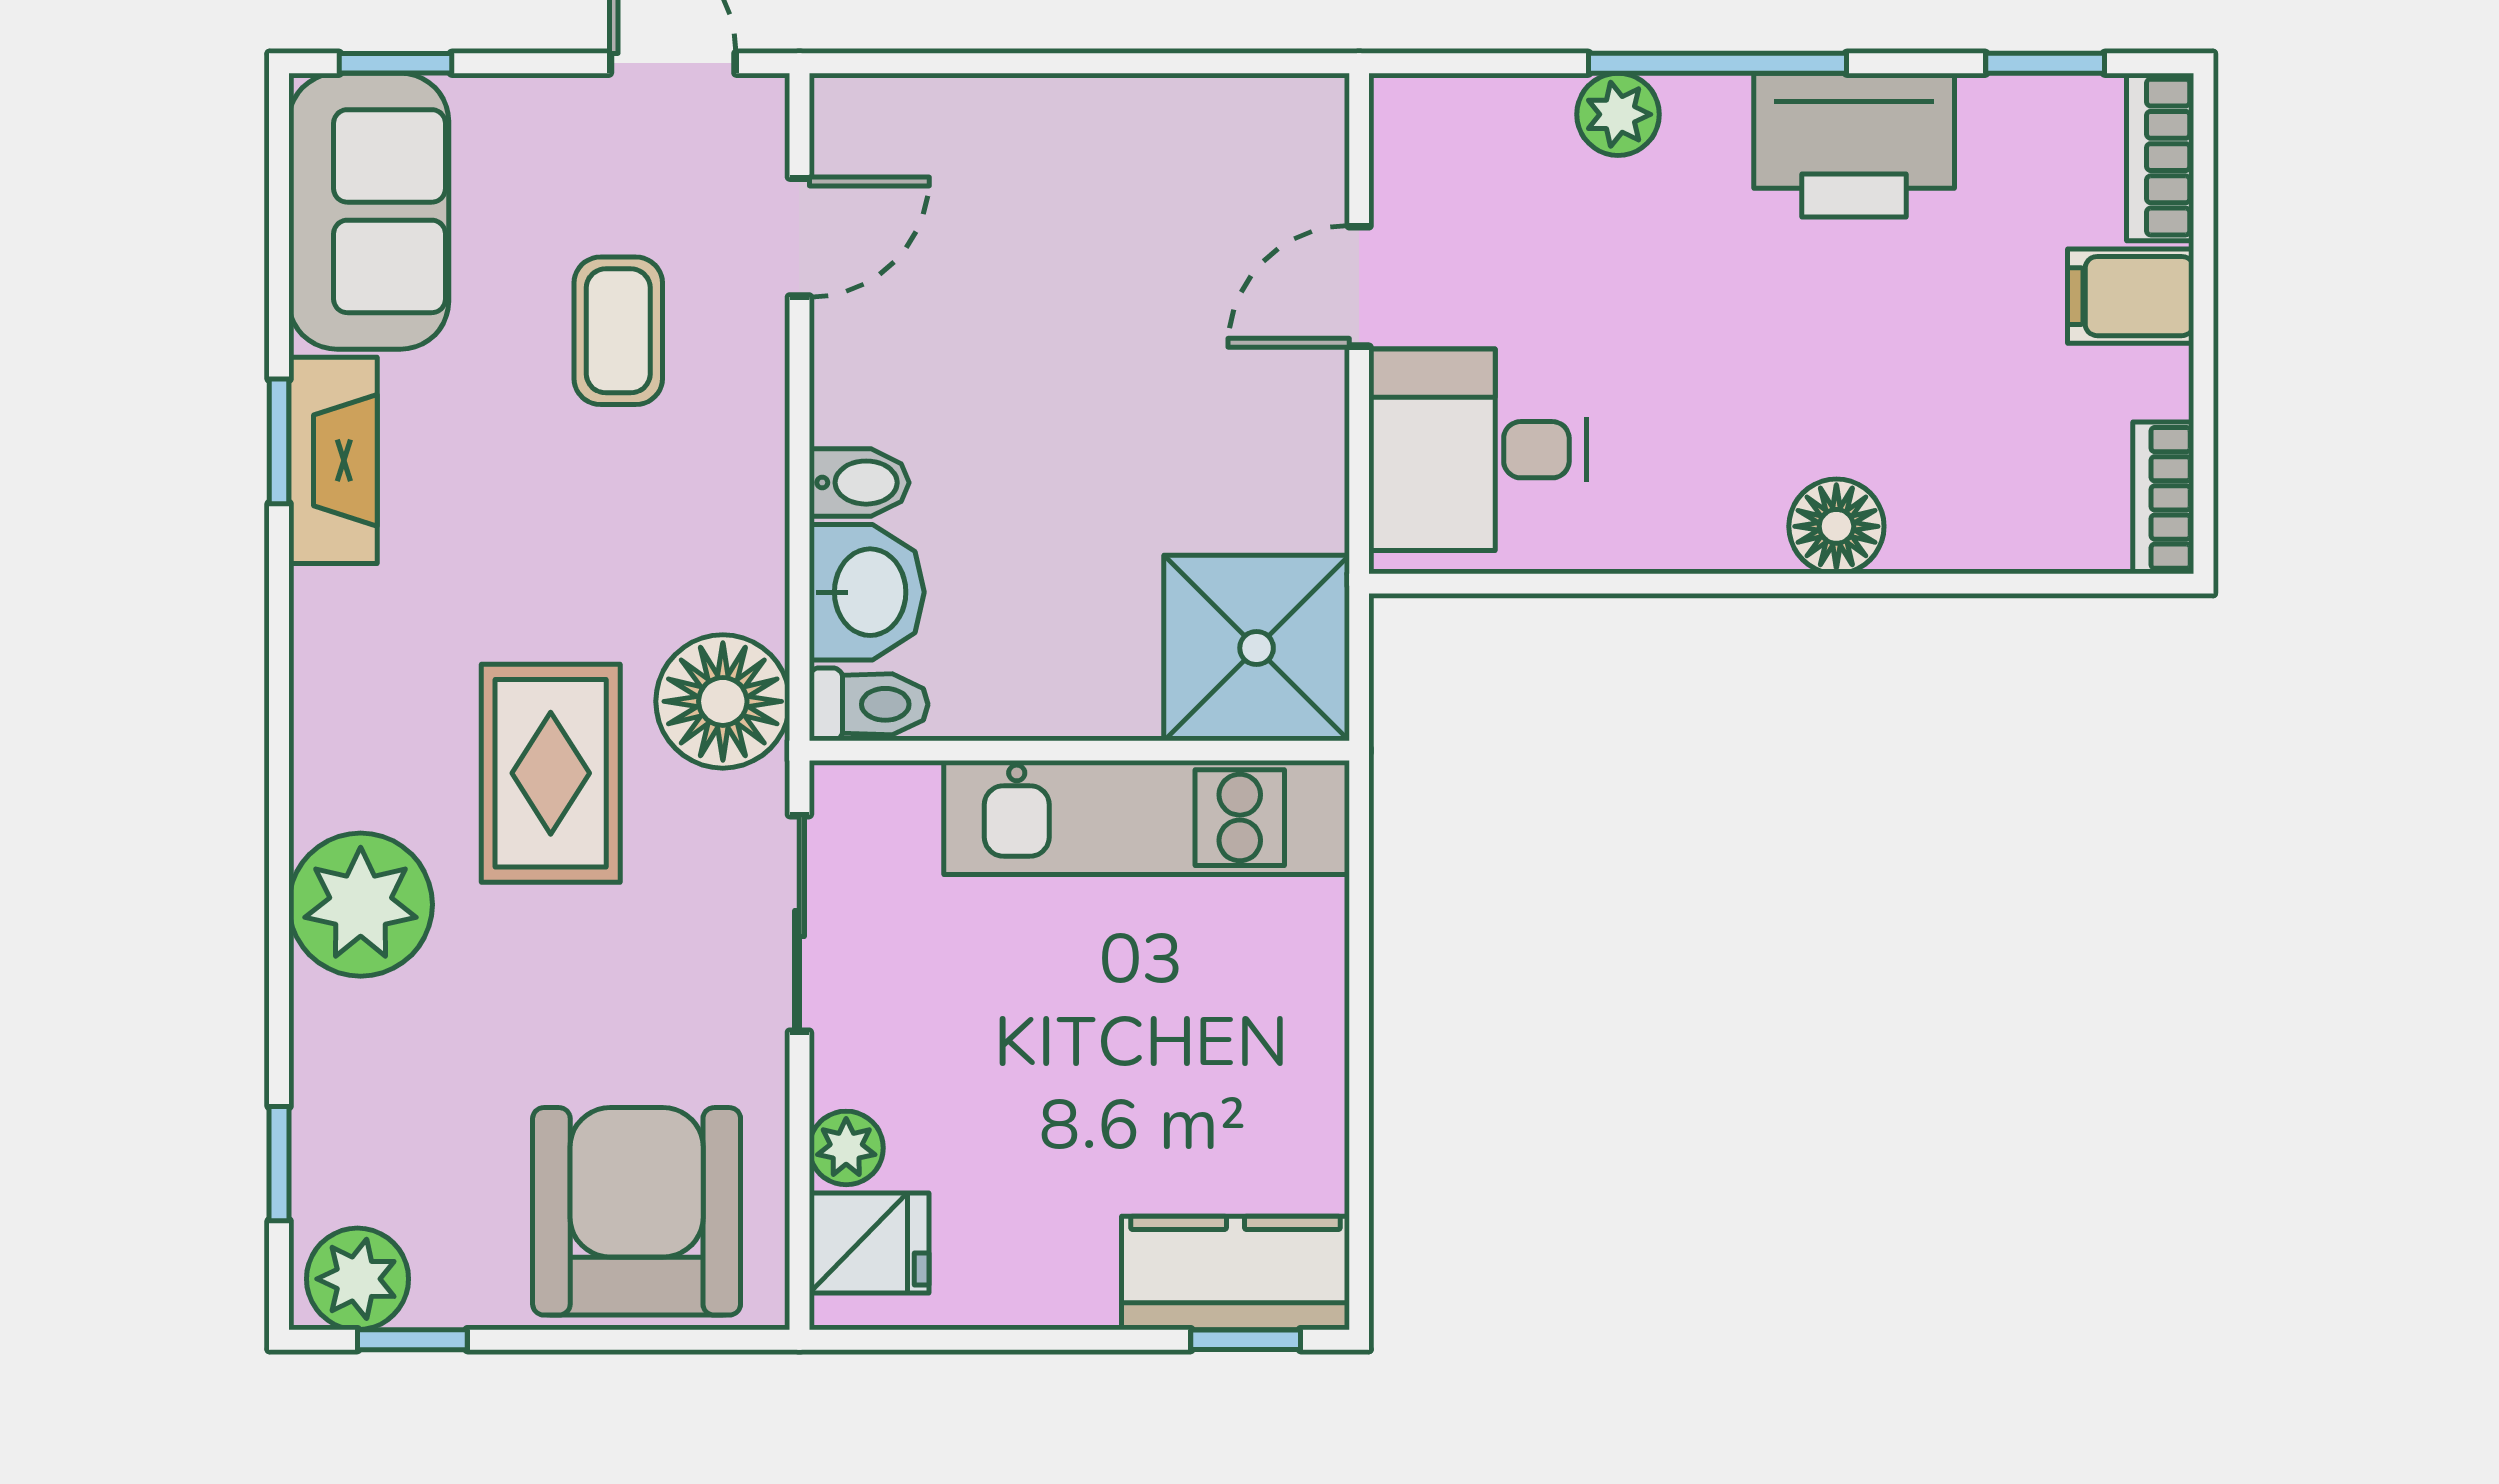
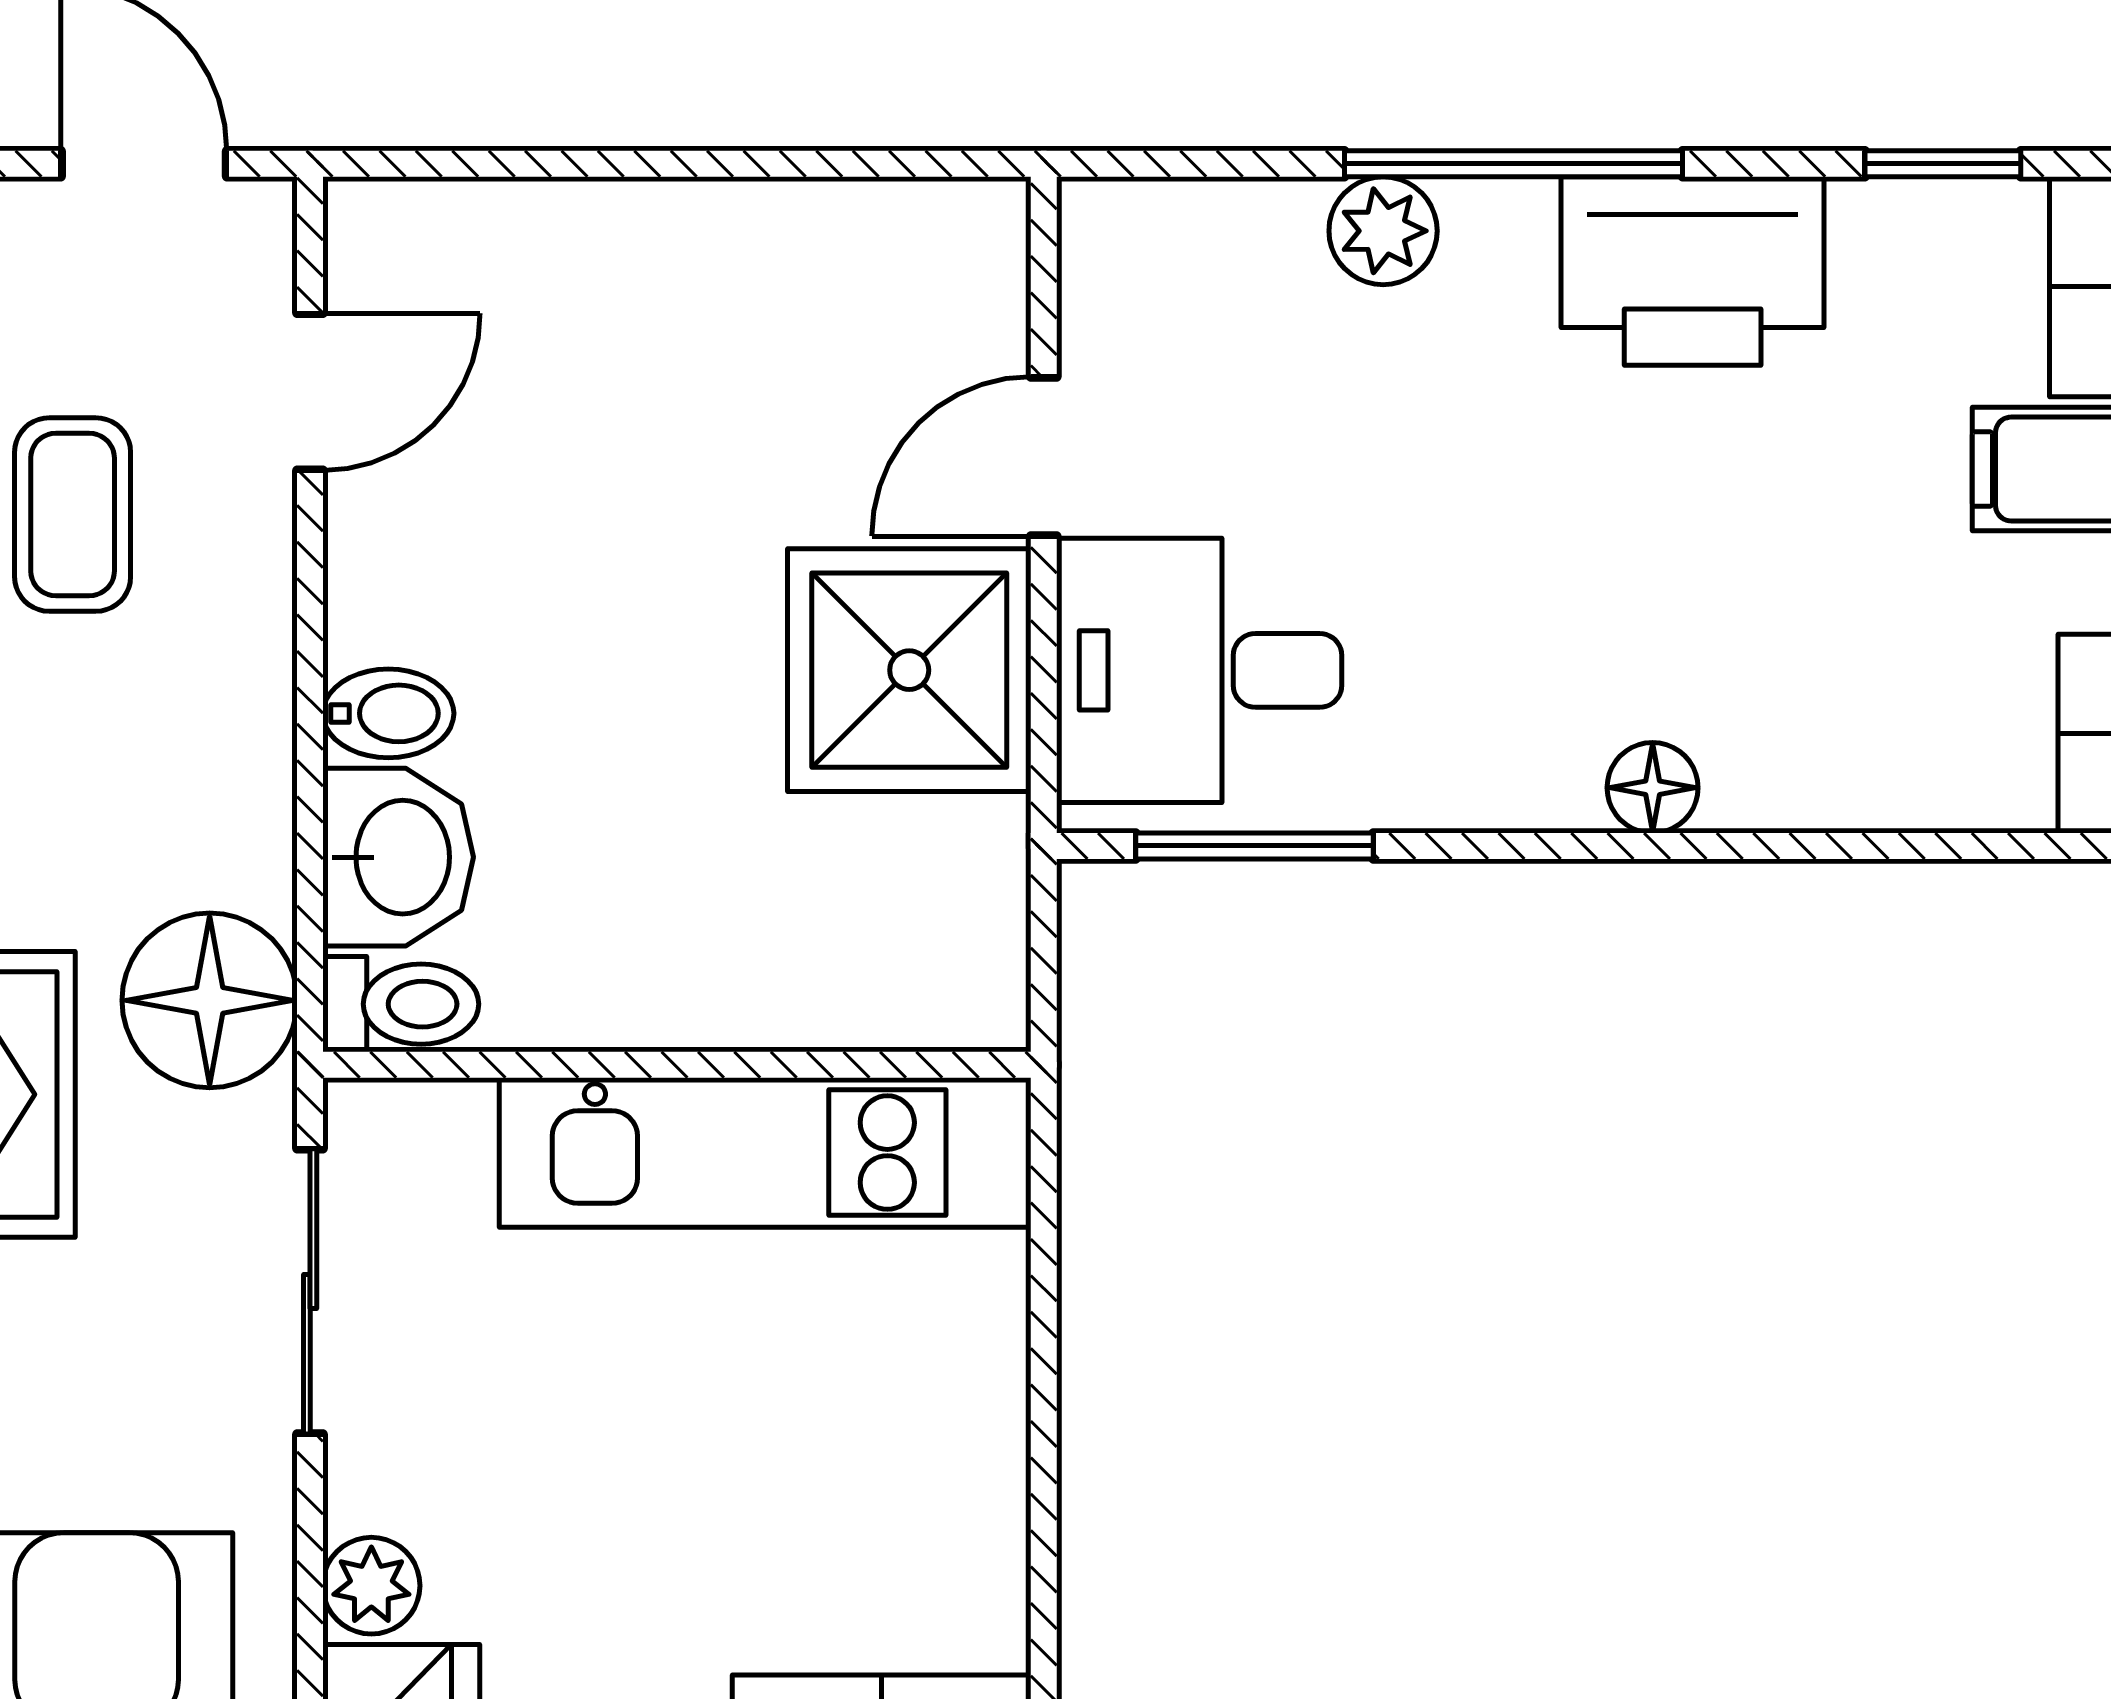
floor lamp: (1836, 526) -> (1653, 788), width x0.73, depth x0.73
window: (1520, 584) -> (1254, 846), added
shower: (1257, 648) -> (909, 670), moved

